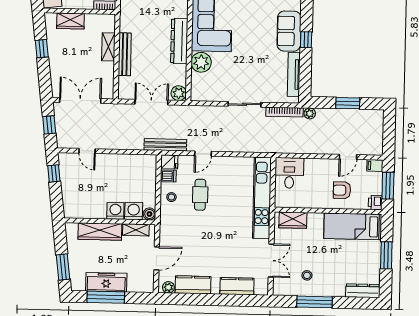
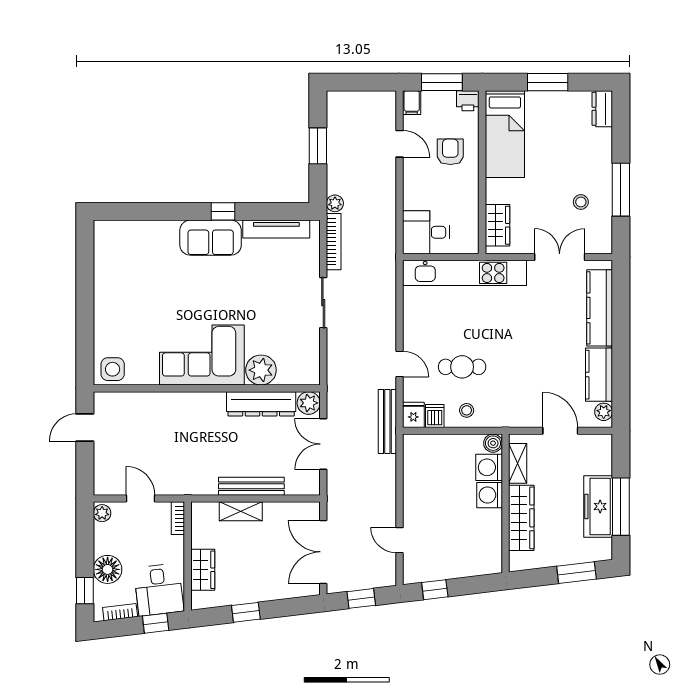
dresser: (179, 41) -> (261, 404), moved
door: (87, 151) -> (400, 540), swing flipped
armchair: (342, 190) -> (450, 152), turned 180
kitchen counter: (237, 286) -> (600, 308), width x1.50
dresser: (363, 291) -> (602, 109), width x0.70

